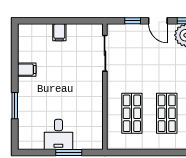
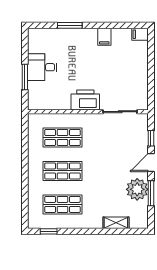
filing cabinet: (59, 32) -> (140, 34), moved
printer: (93, 89) -> (85, 100), added

